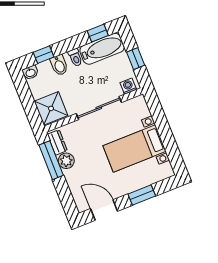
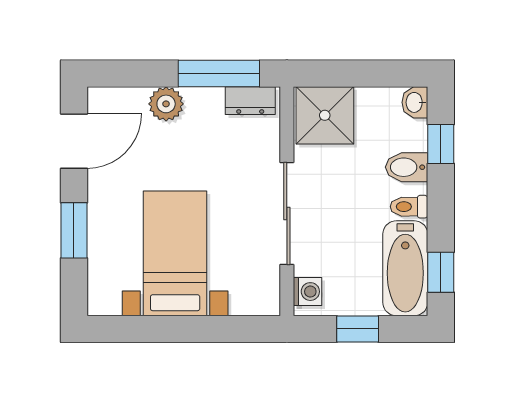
plant: (66, 161) -> (166, 104), moved

